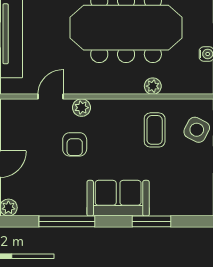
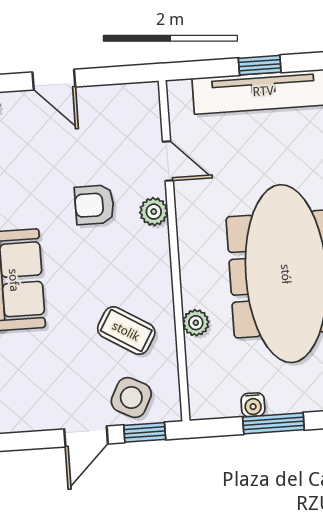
coffee table: (155, 130) -> (126, 331), turned 31

